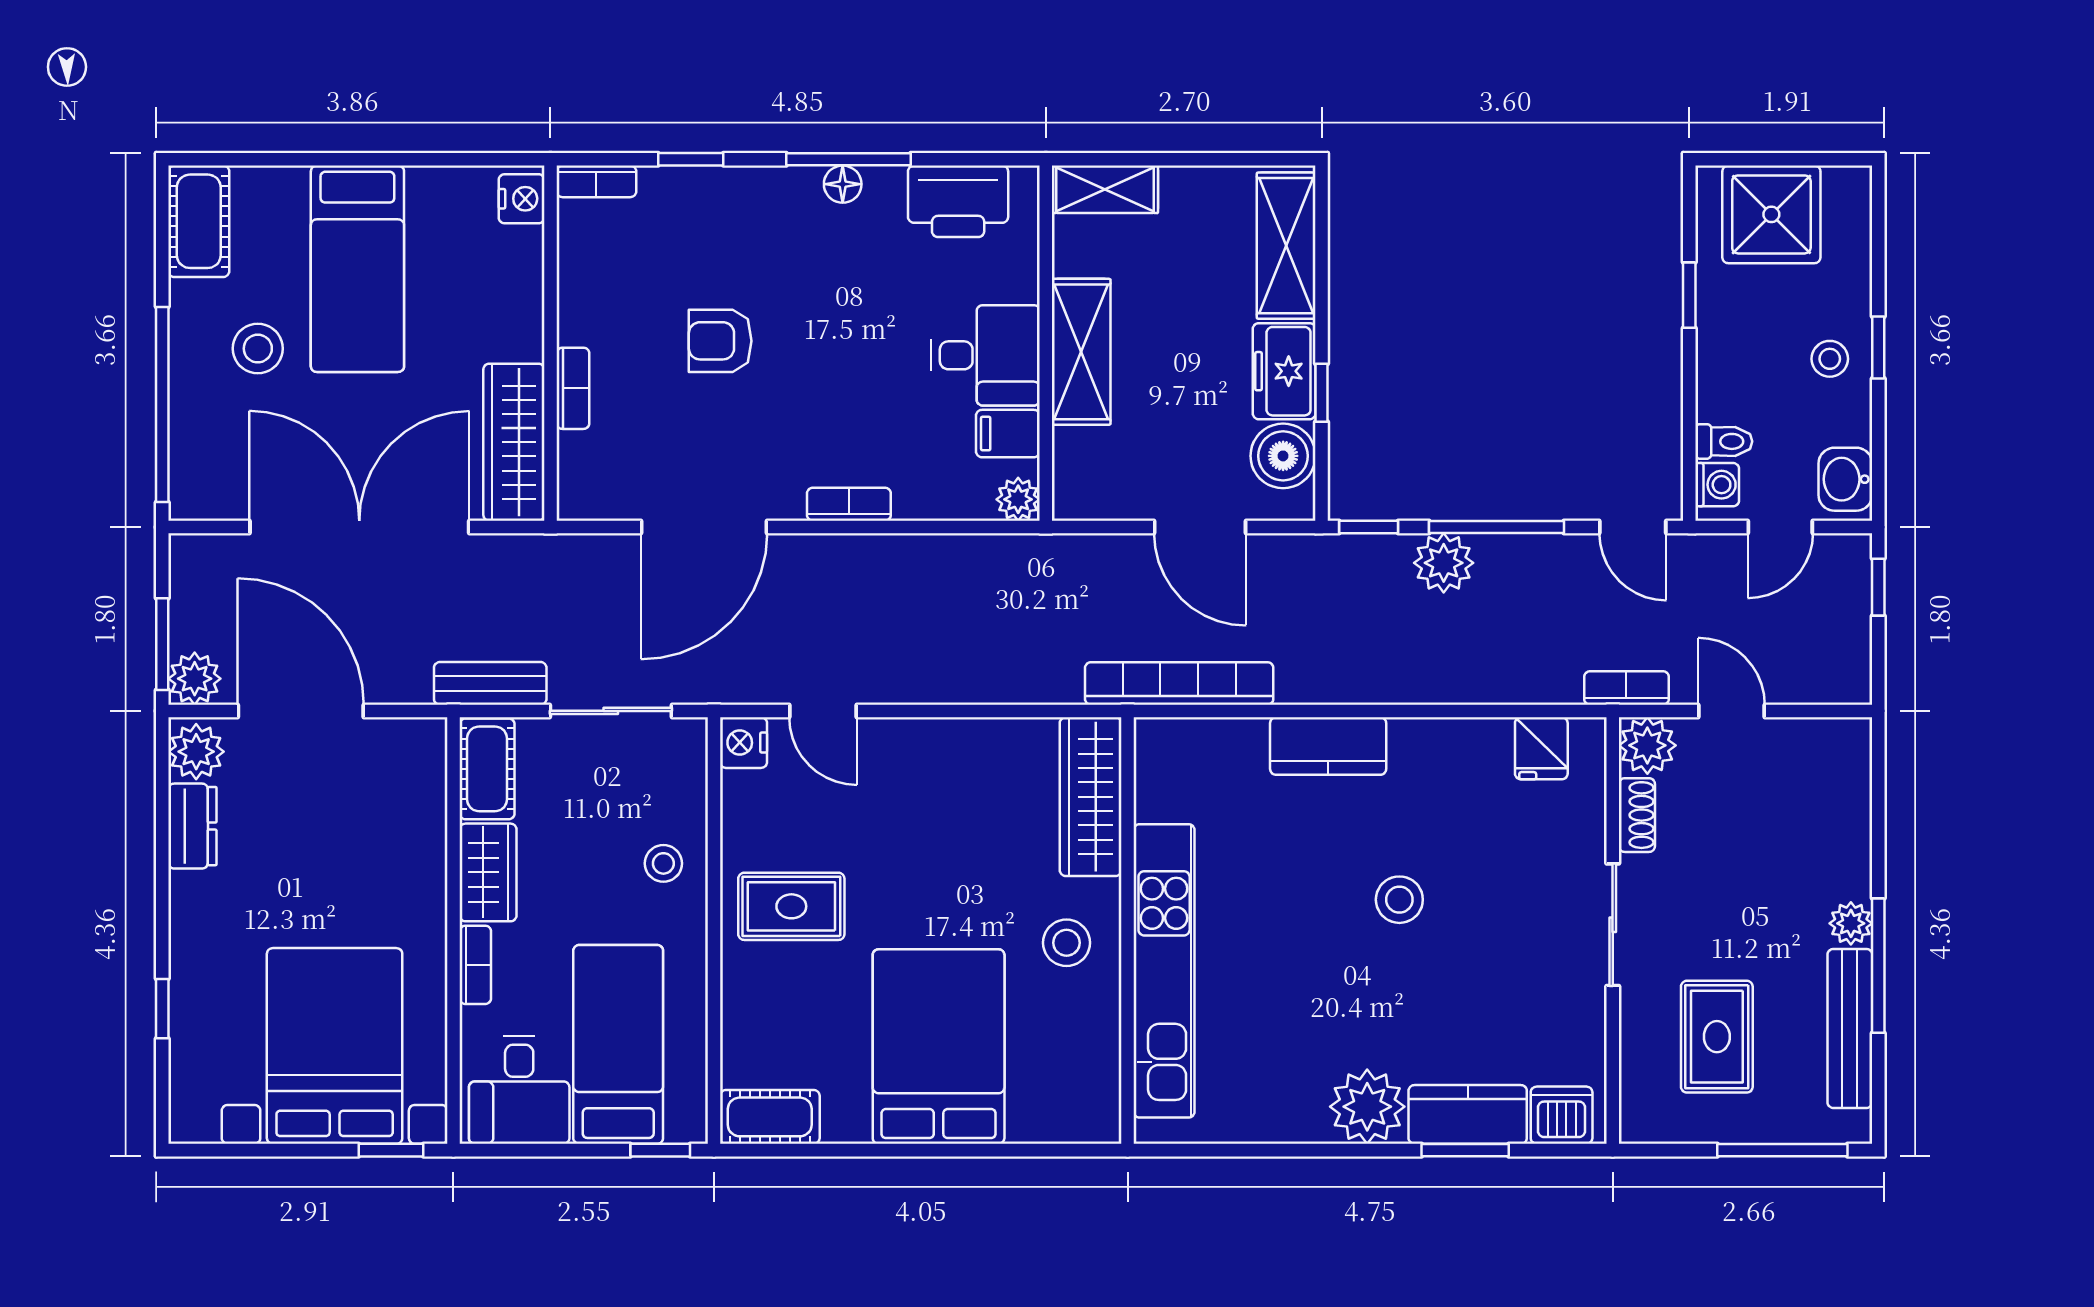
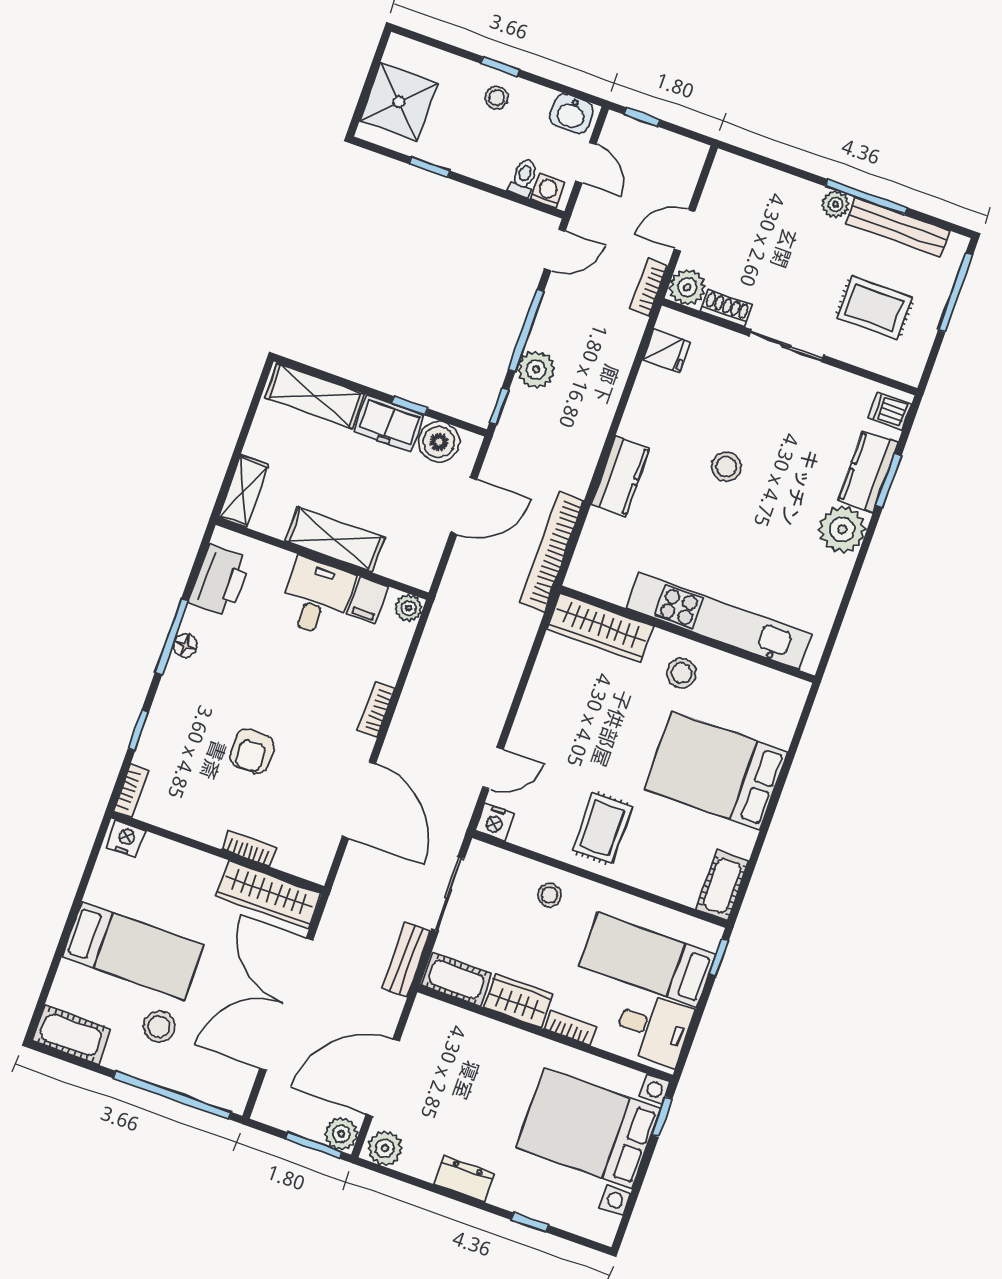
dresser: (192, 826) -> (464, 1179), moved
dishwasher: (1562, 1115) -> (890, 411), width x0.73

